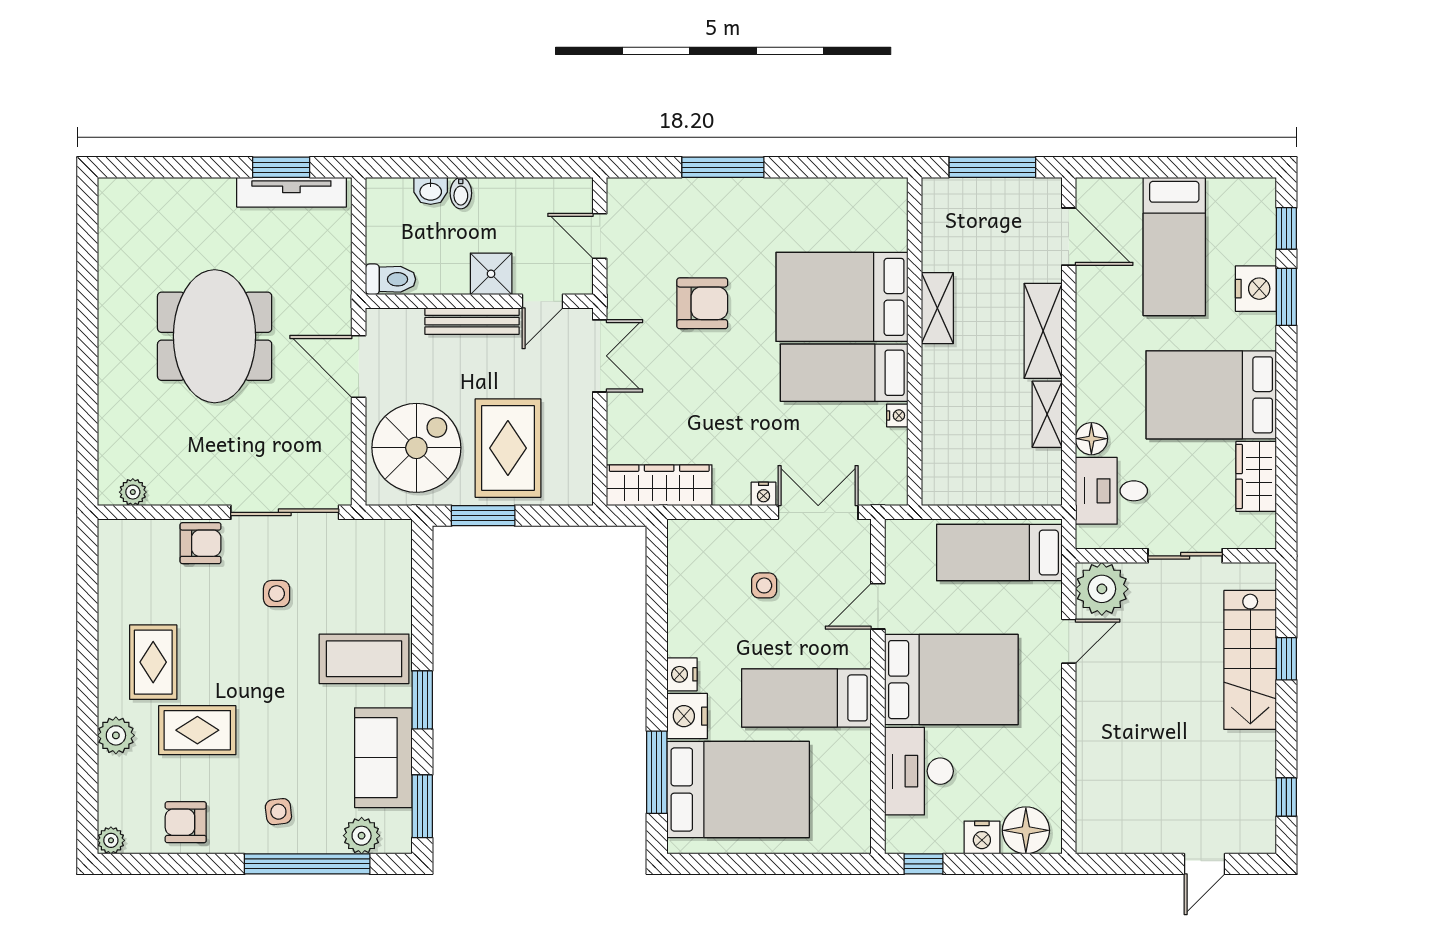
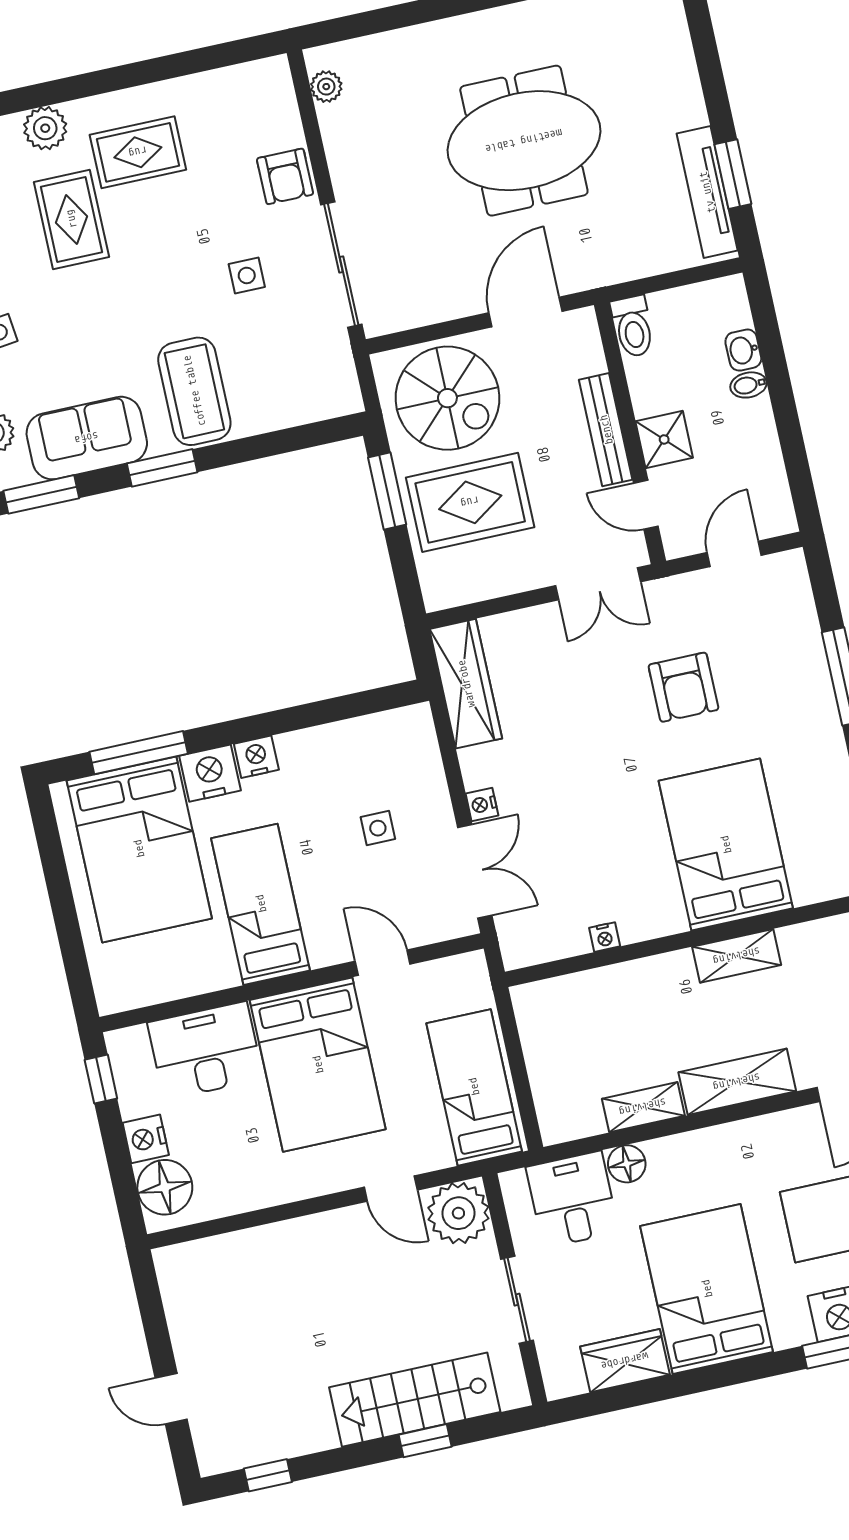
bed: (844, 373) -> (640, 866), removed

